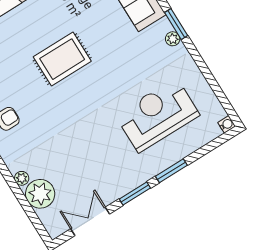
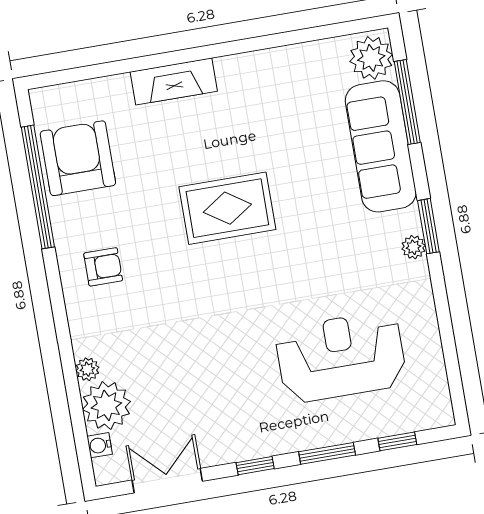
water cooler: (227, 124) -> (100, 445), moved, turned 180
window: (207, 149) -> (397, 441), added
window: (135, 194) -> (255, 466), width x0.67

